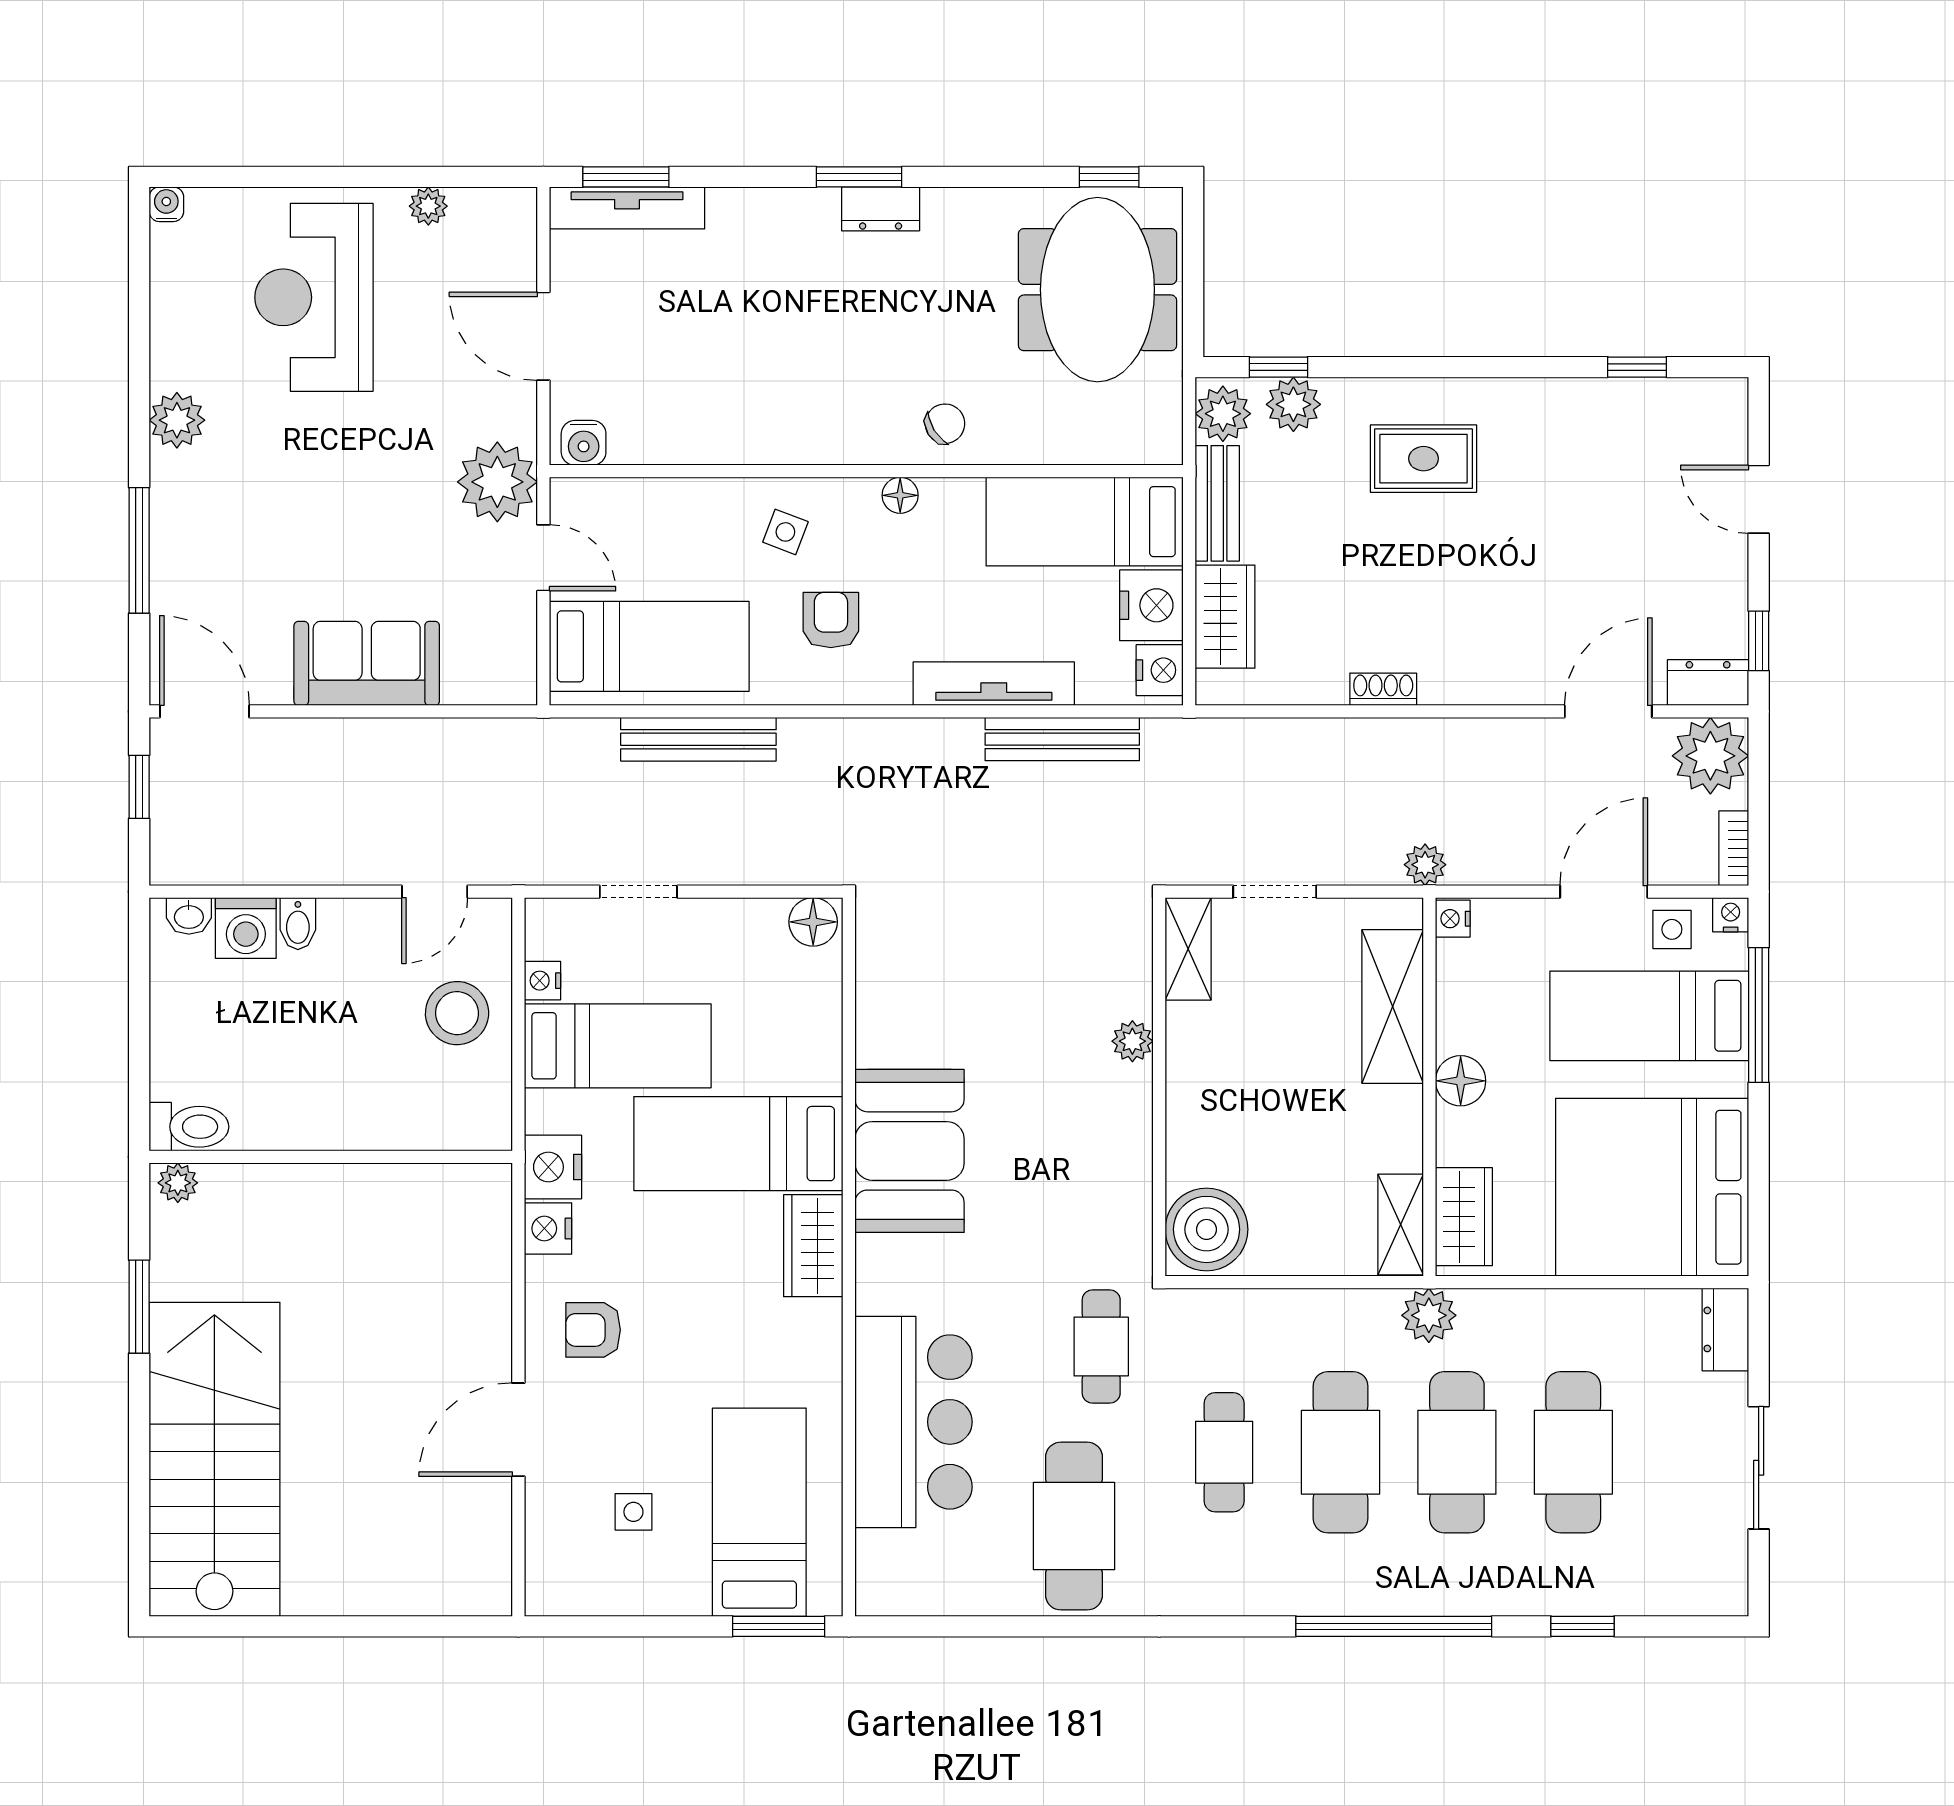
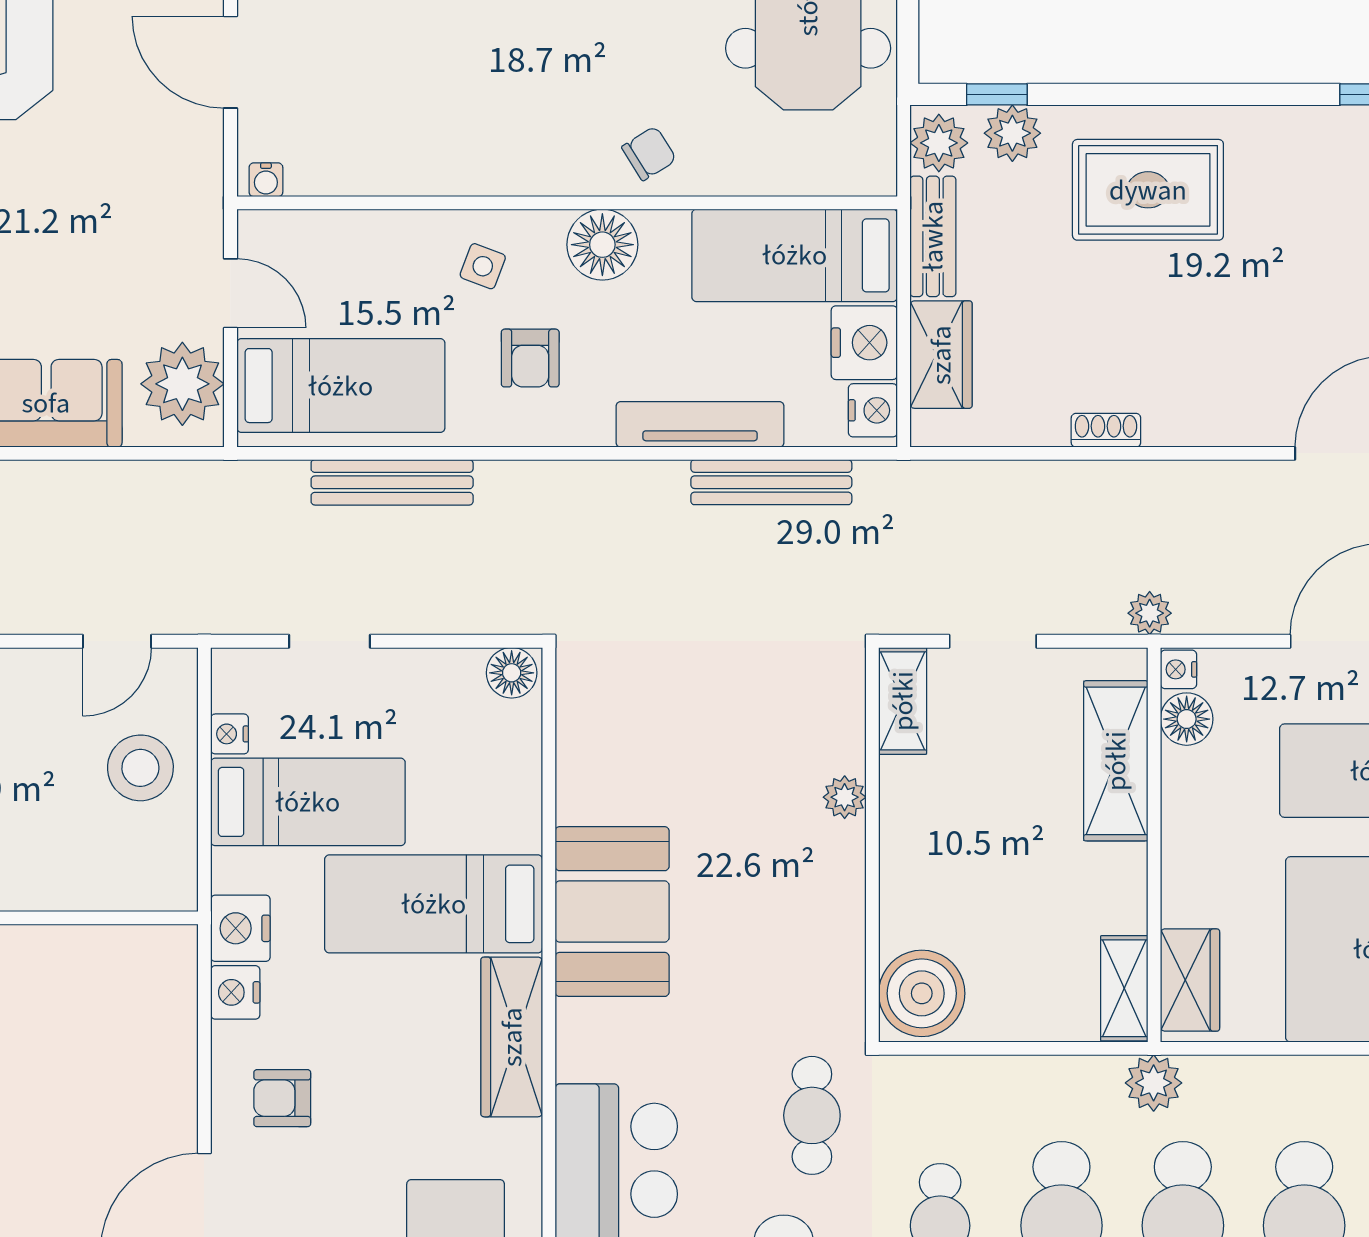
water cooler: (584, 443) -> (266, 180), width x0.72, depth x0.72
rug: (1424, 459) -> (1148, 190), width x1.36, depth x1.43
plant: (497, 482) -> (182, 384), moved
floor lamp: (900, 495) -> (602, 245), width x1.89, depth x1.89
armchair: (831, 620) -> (530, 358), turned 180
floor lamp: (1461, 1081) -> (1187, 719), moved
wardrobe: (813, 1246) -> (512, 1037), width x1.50

